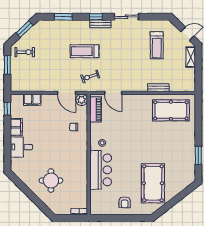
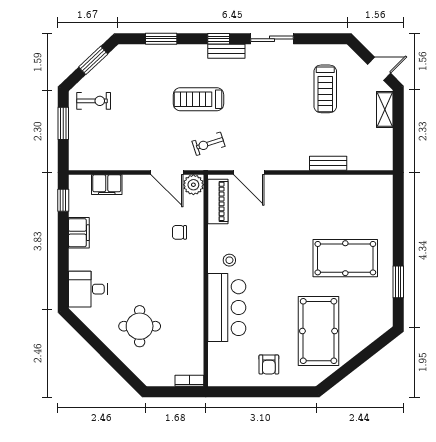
pool table: (171, 110) -> (345, 258), moved
desk: (21, 147) -> (88, 289), moved

